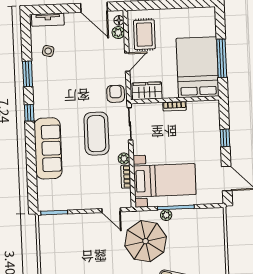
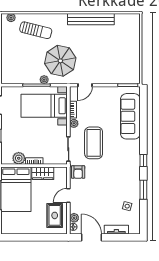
tv unit: (48, 20) -> (116, 230), moved
wardrobe: (147, 91) -> (43, 173), moved
plant: (196, 109) -> (19, 158), added
sofa: (48, 148) -> (130, 116), moved
door: (111, 210) -> (85, 85), swing flipped

